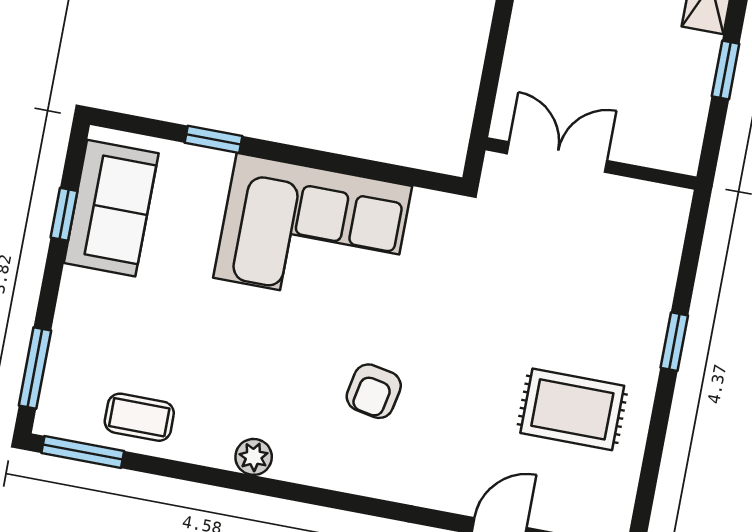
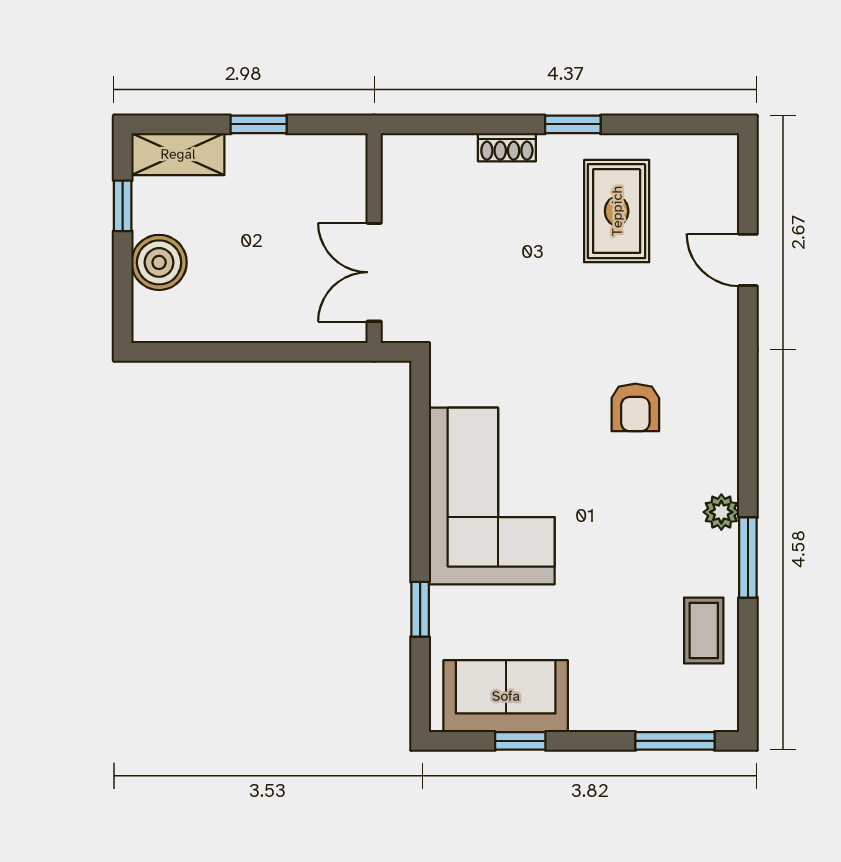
shoe rack: (656, 312) -> (507, 147), added
window: (674, 342) -> (573, 124), moved
armchair: (374, 391) -> (635, 407), turned 79
window: (83, 452) -> (748, 558), moved

